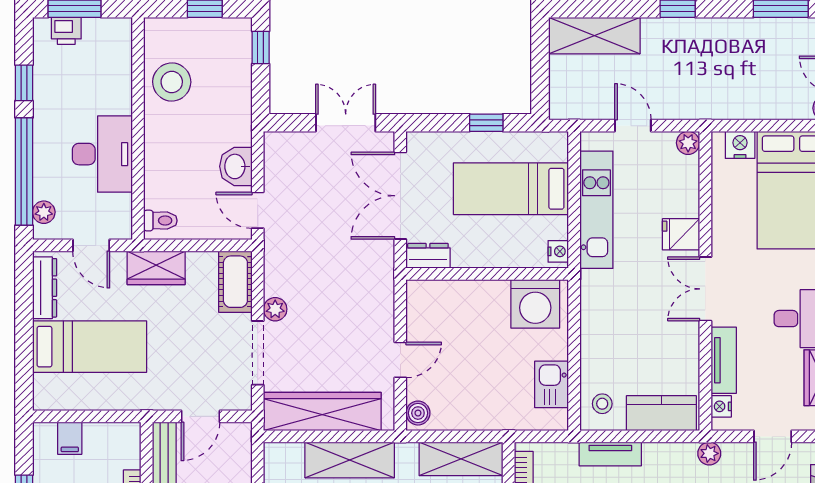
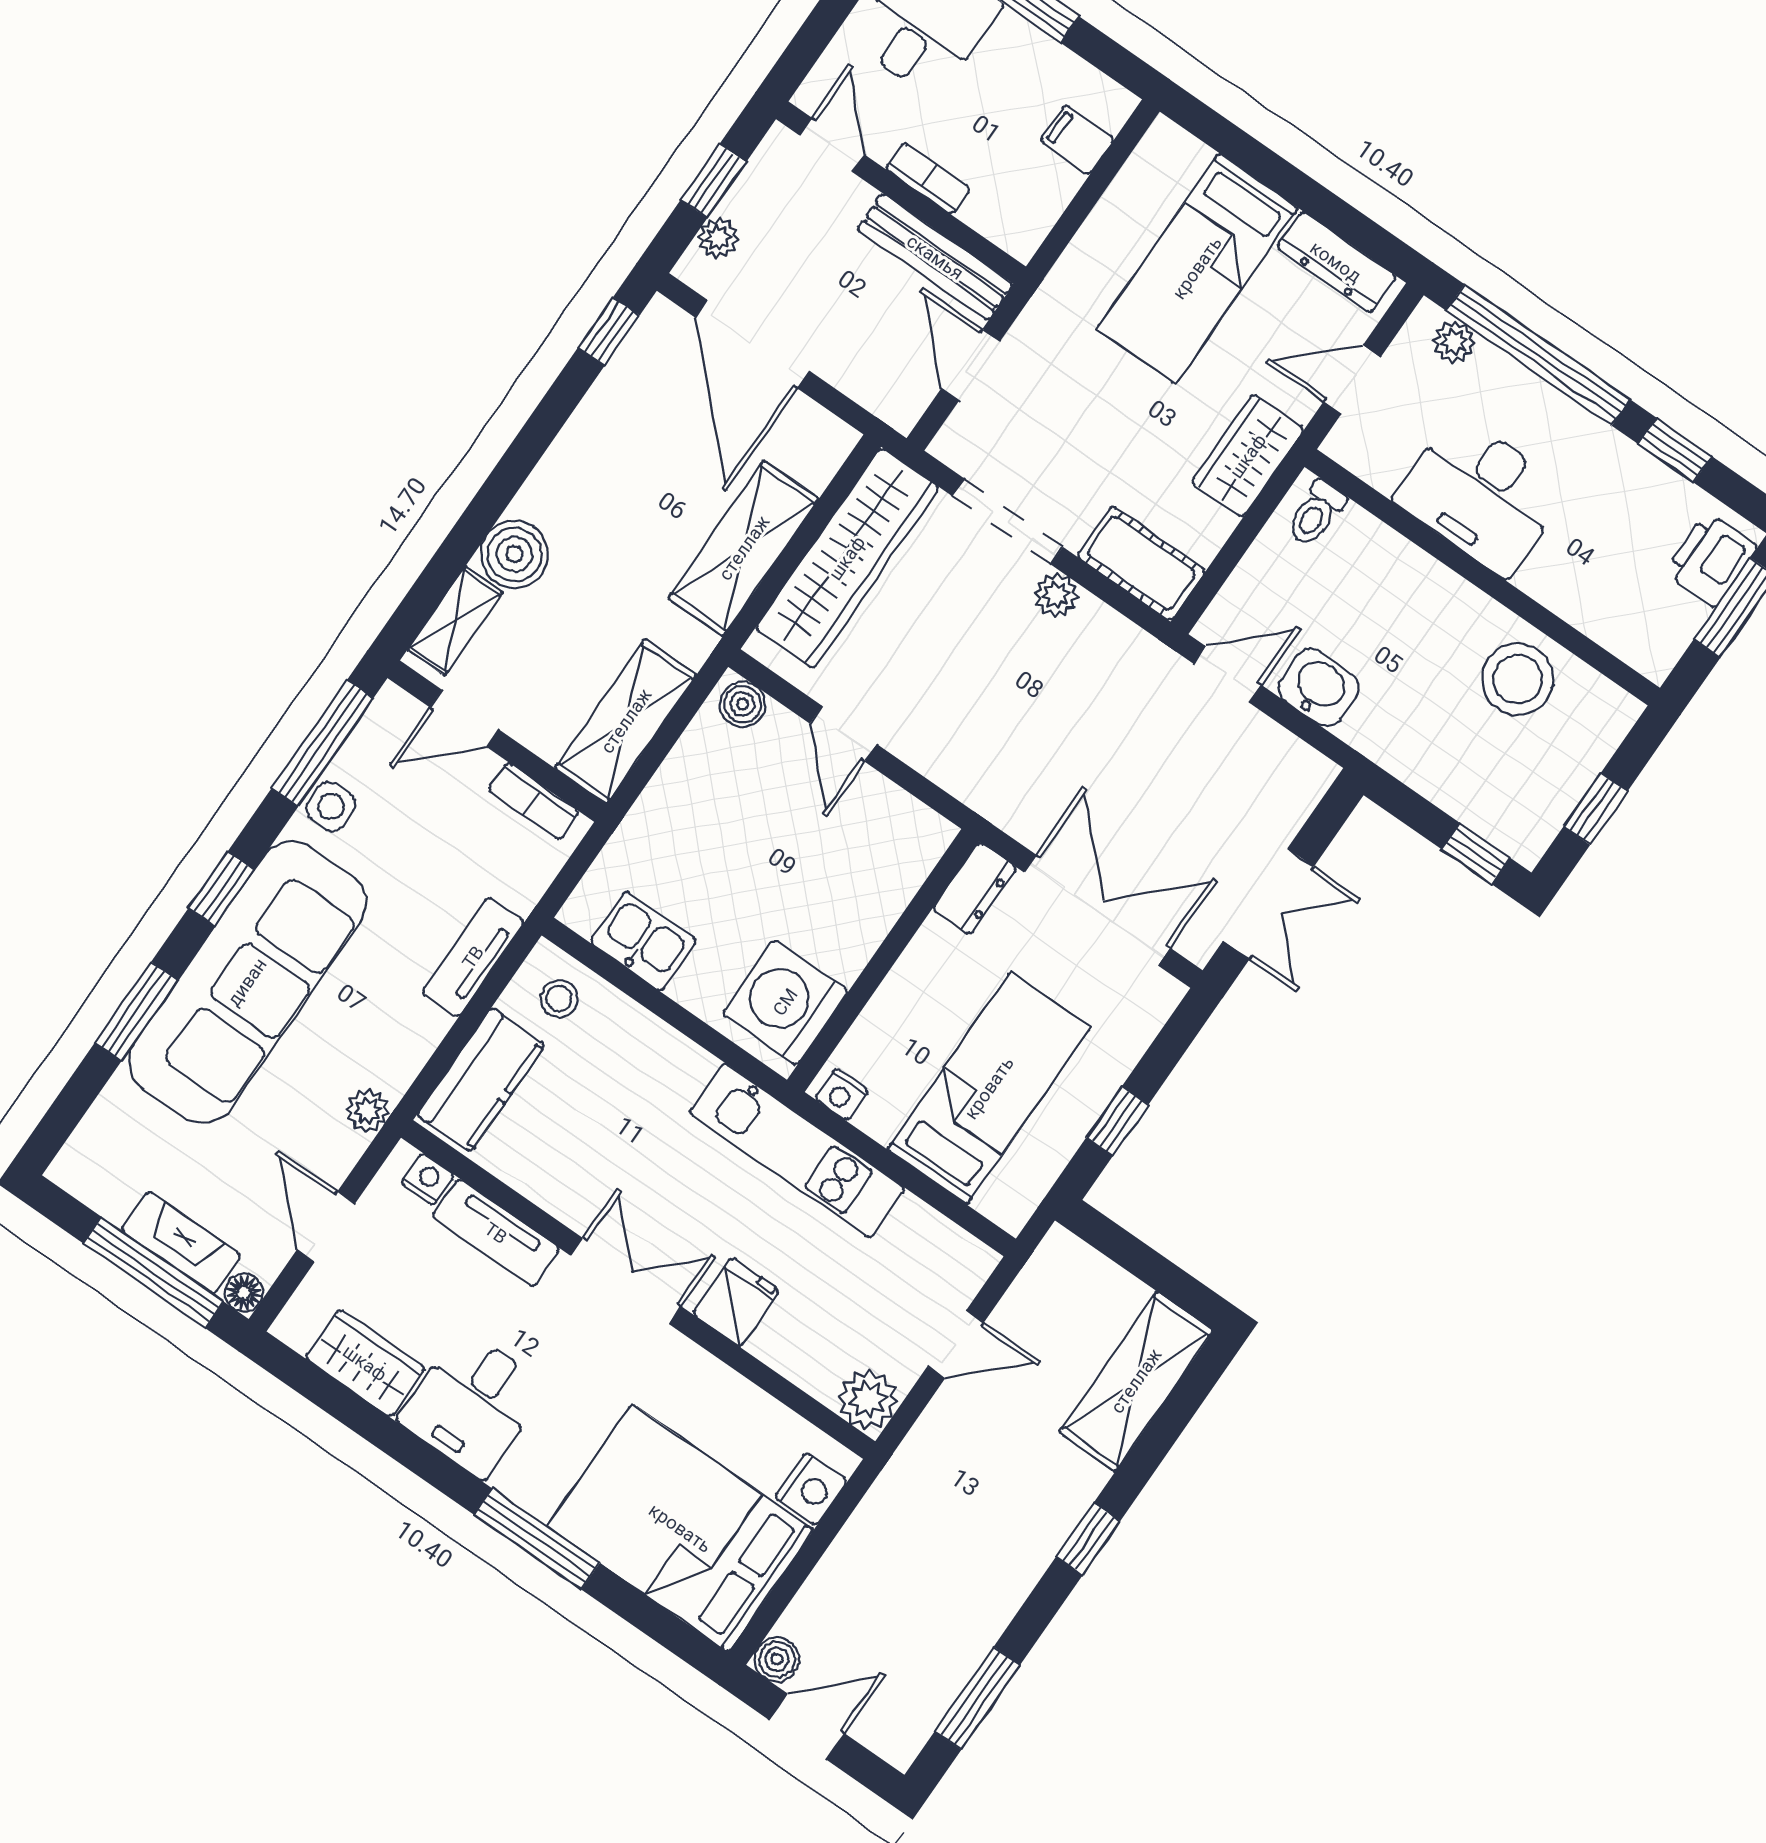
printer: (66, 31) -> (1711, 560), width x1.36, depth x1.24
plant: (688, 143) -> (868, 1400), width x1.38, depth x1.38
kitchen unit: (596, 210) -> (797, 1151), moved

